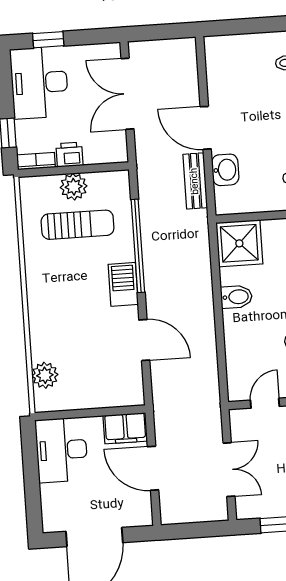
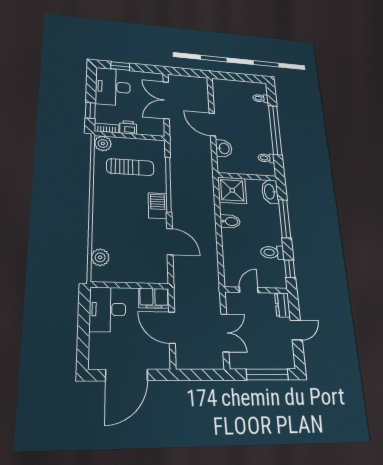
bench: (195, 181) -> (206, 152), removed
plant: (74, 187) -> (103, 143), moved

